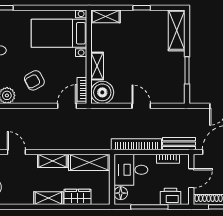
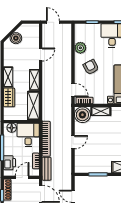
door: (191, 178) -> (22, 177), swing flipped

